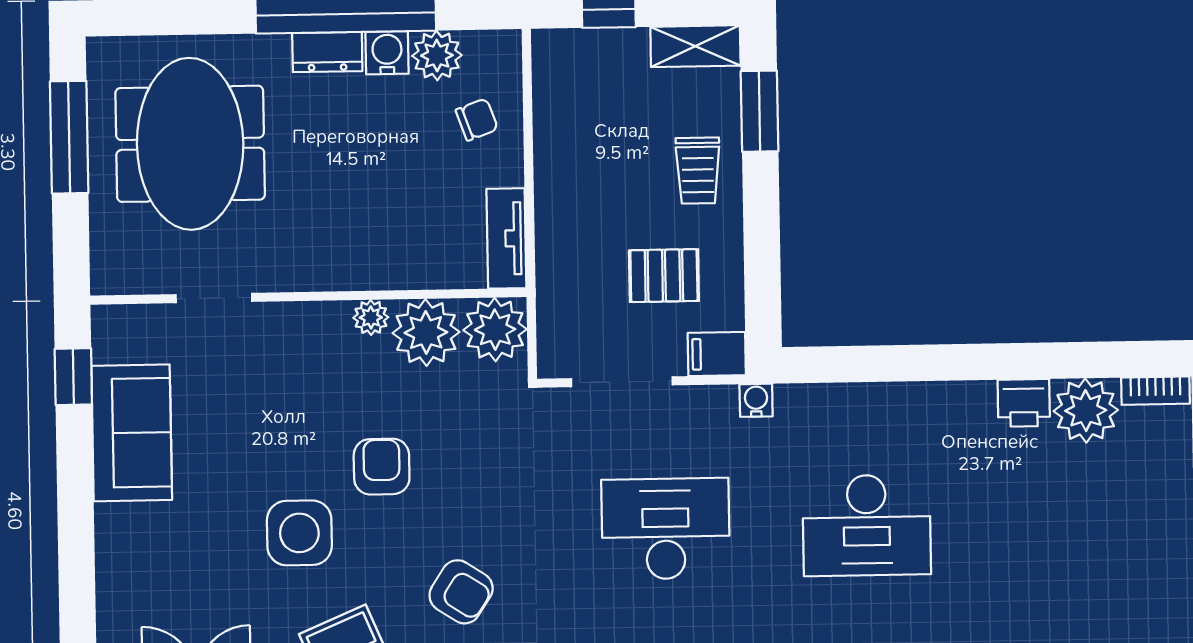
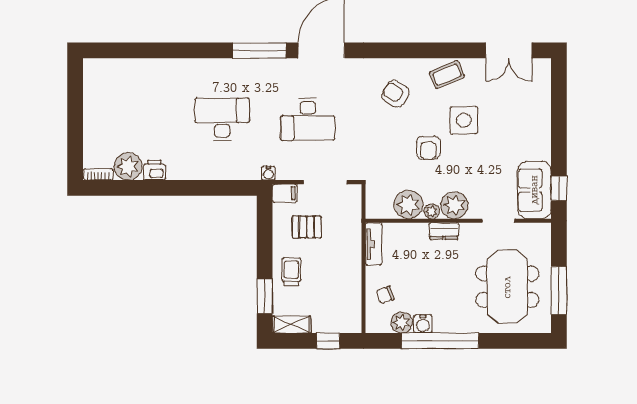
dresser: (327, 52) -> (444, 231), moved, turned 180
plant: (495, 330) -> (454, 205), moved
sofa: (132, 433) -> (534, 190), moved

